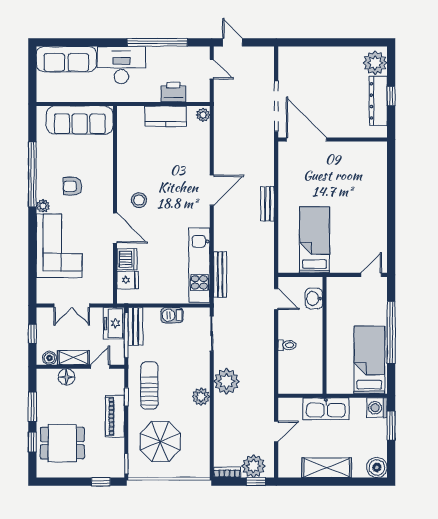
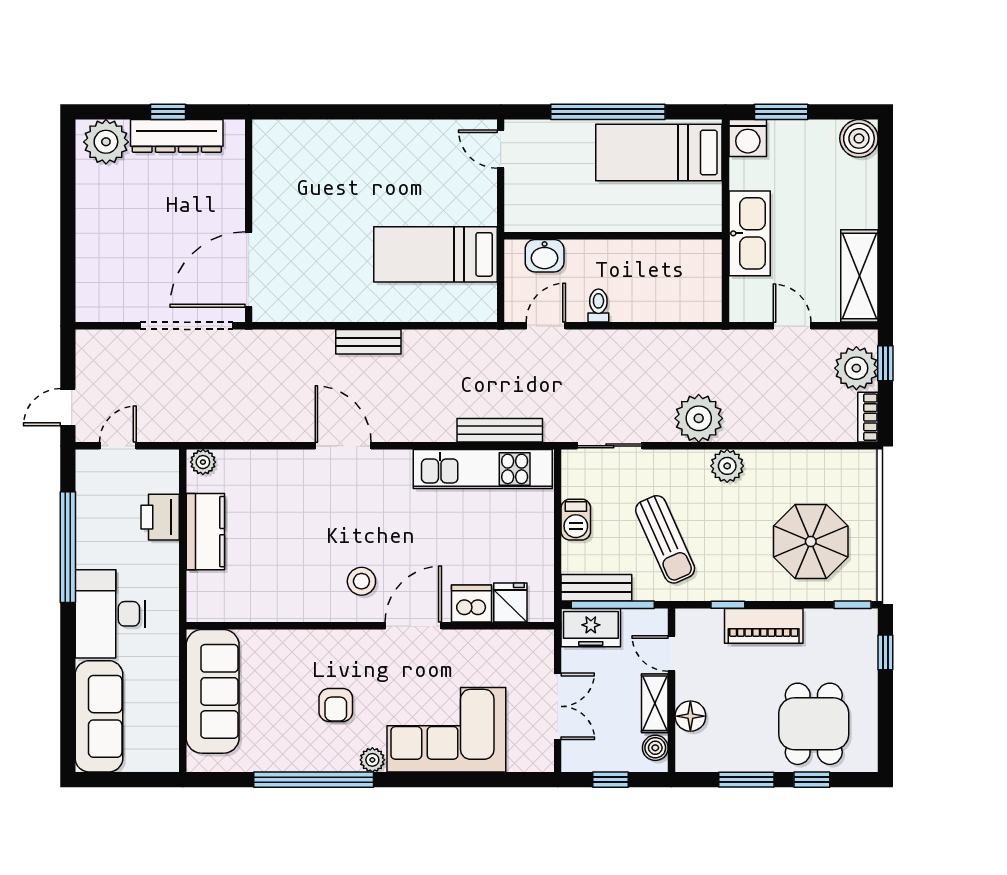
toilet: (287, 345) -> (598, 306), moved
sun lounger: (149, 385) -> (665, 539), moved, turned -114
shelving: (327, 468) -> (859, 276), moved

